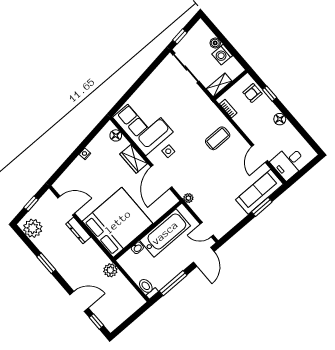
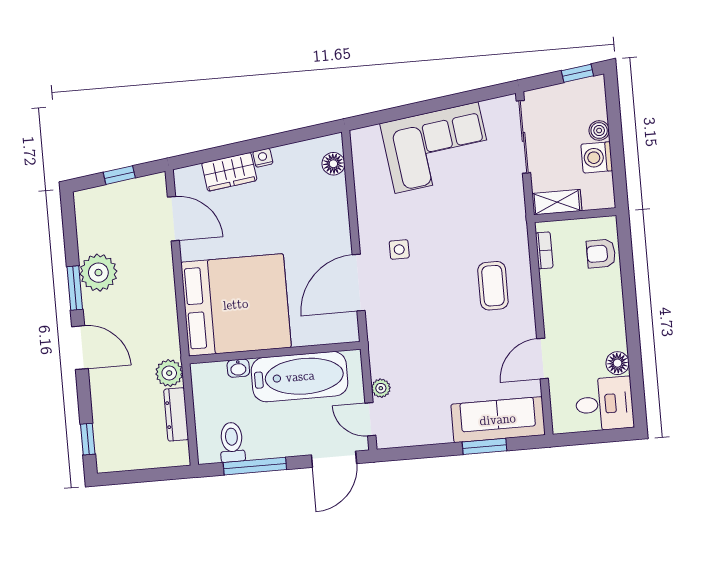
window: (180, 36) -> (577, 73), moved
window: (270, 94) -> (628, 274), removed
floor lamp: (280, 119) -> (618, 363), moved
corner sofa: (143, 125) -> (437, 148), moved, turned 82
coffee table: (218, 138) -> (493, 286), turned 90
wardrobe: (134, 159) -> (229, 172), moved, turned -98
desk: (288, 162) -> (604, 404), moved, turned 180
plant: (188, 198) -> (381, 388), moved
plant: (33, 228) -> (98, 273), moved
dresser: (78, 230) -> (176, 414), moved
toilet: (148, 288) -> (232, 442), moved
door: (79, 301) -> (80, 348), moved

